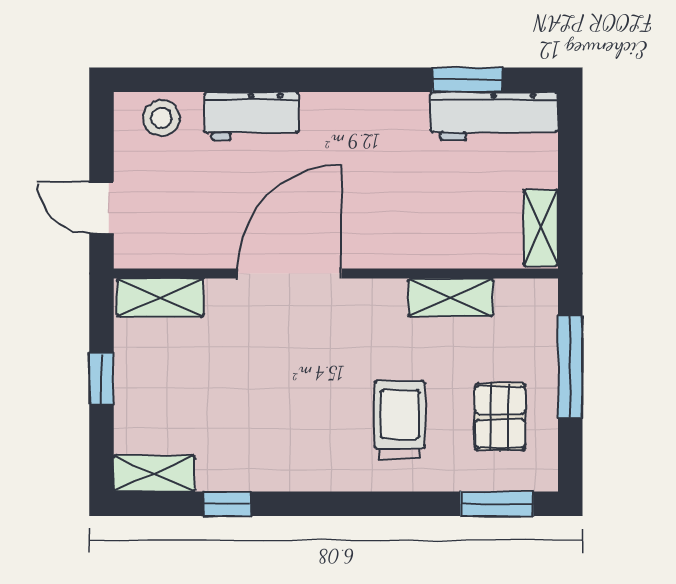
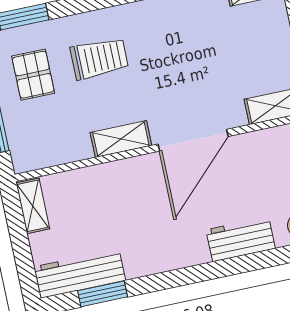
shelving: (451, 297) -> (121, 139), moved
trolley: (400, 420) -> (99, 59), turned -90

